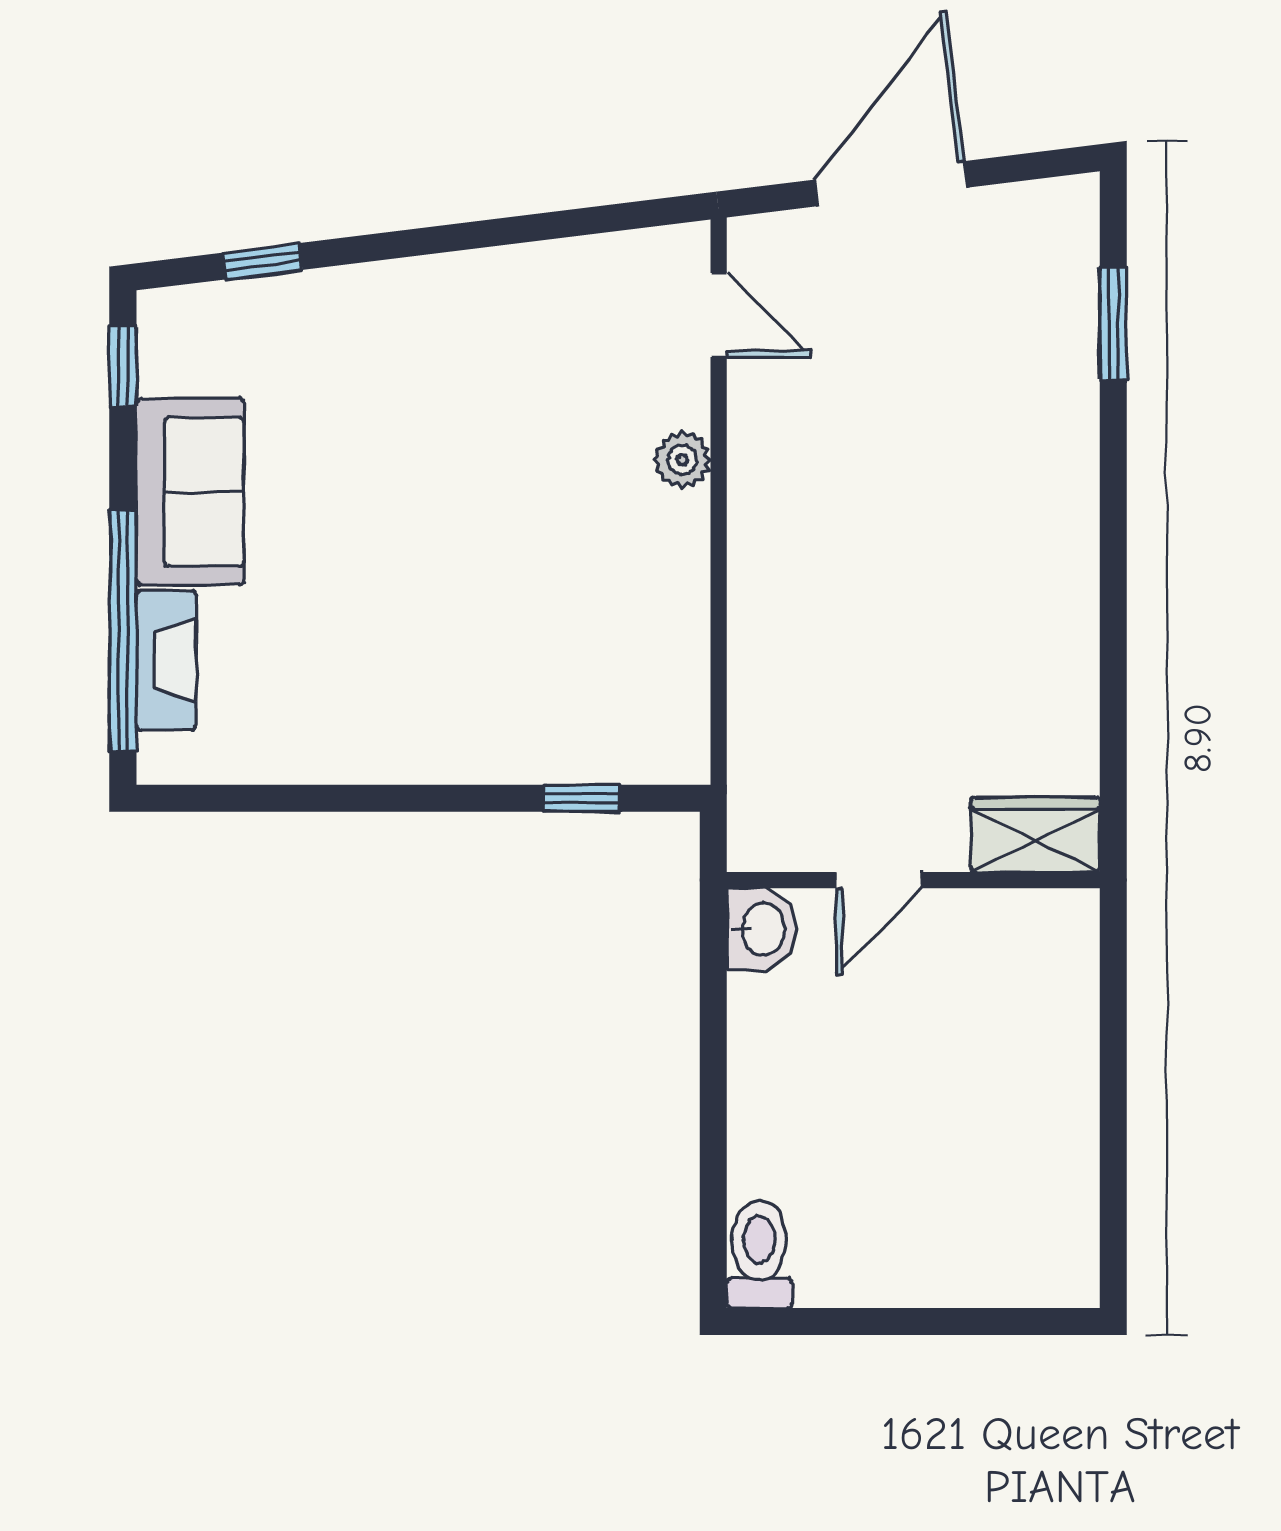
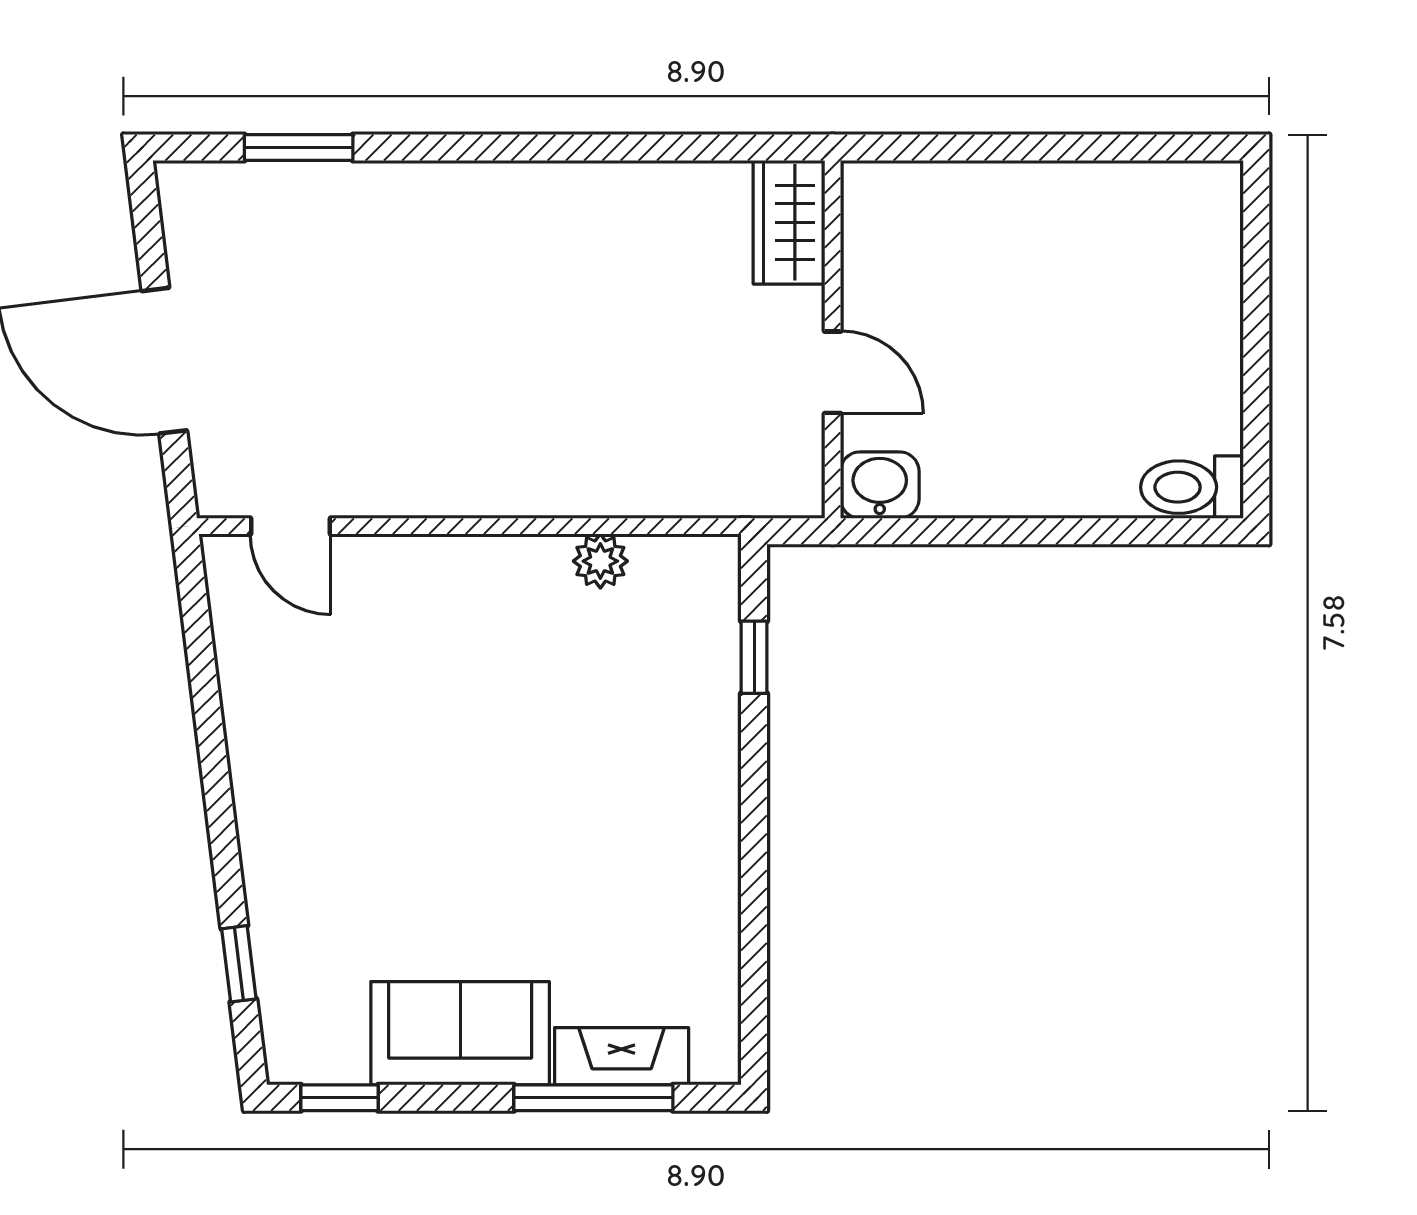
door: (719, 315) -> (290, 526), swing flipped
plant: (682, 460) -> (600, 561), moved
window: (123, 631) -> (593, 1098), width x0.68

